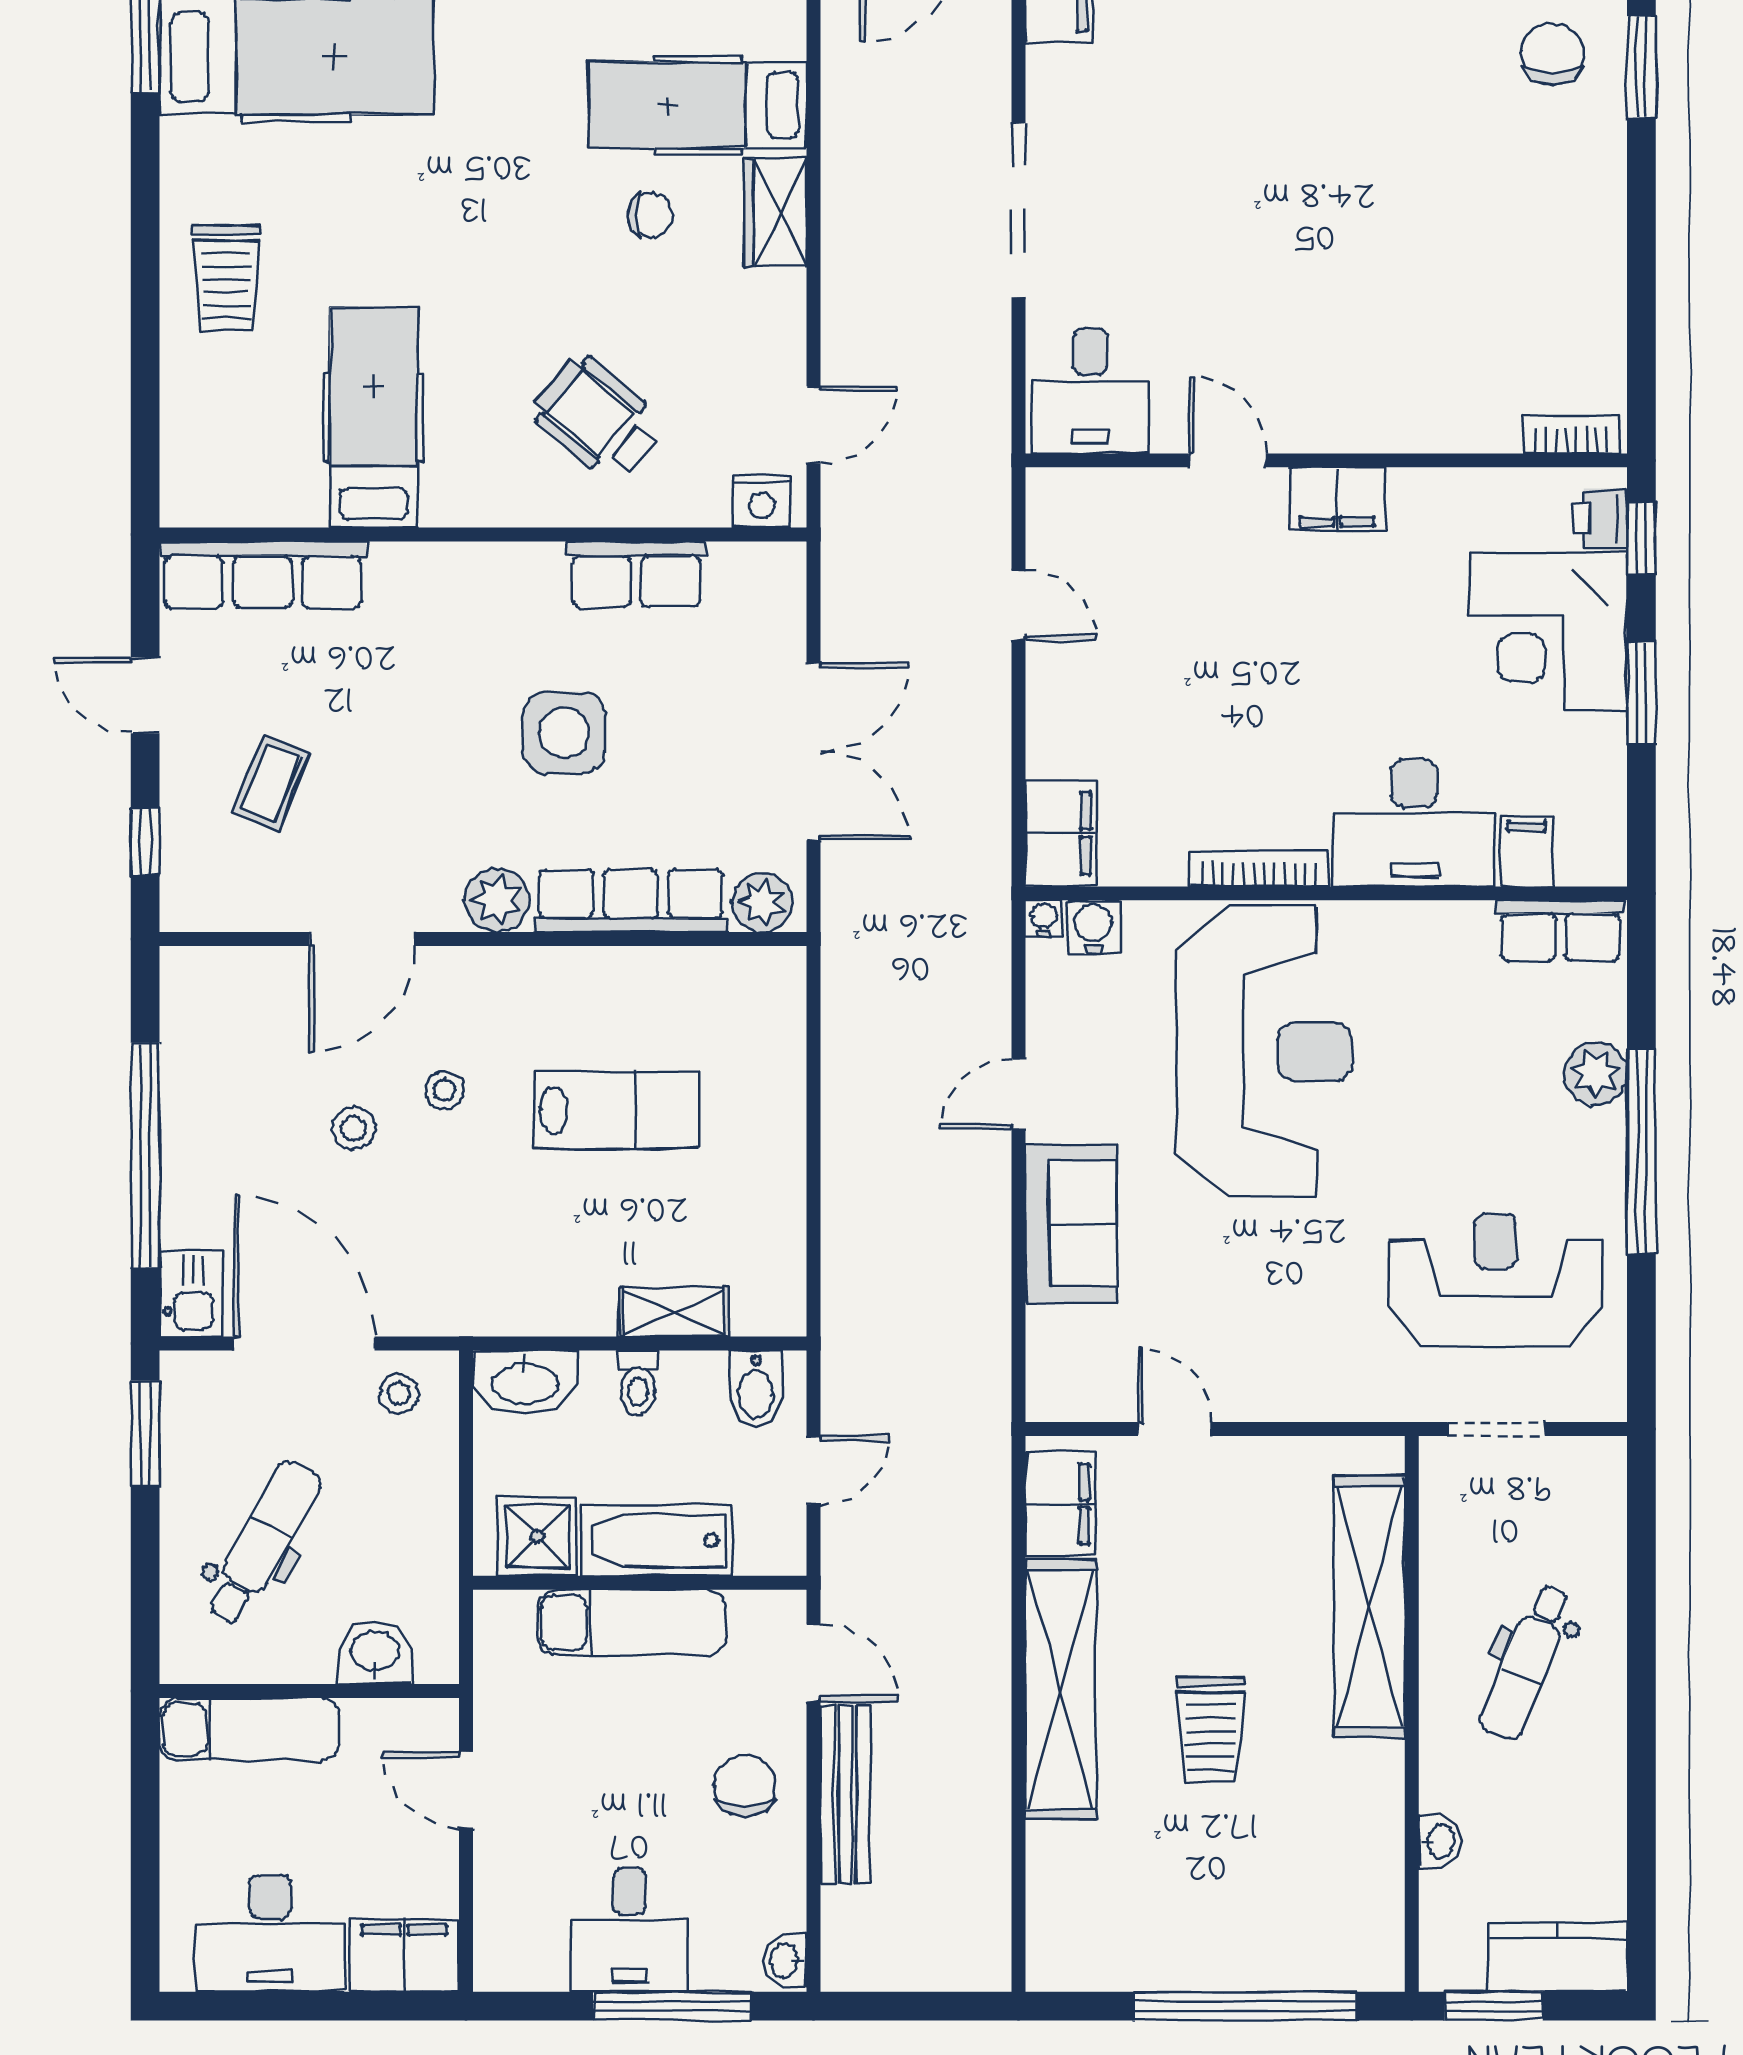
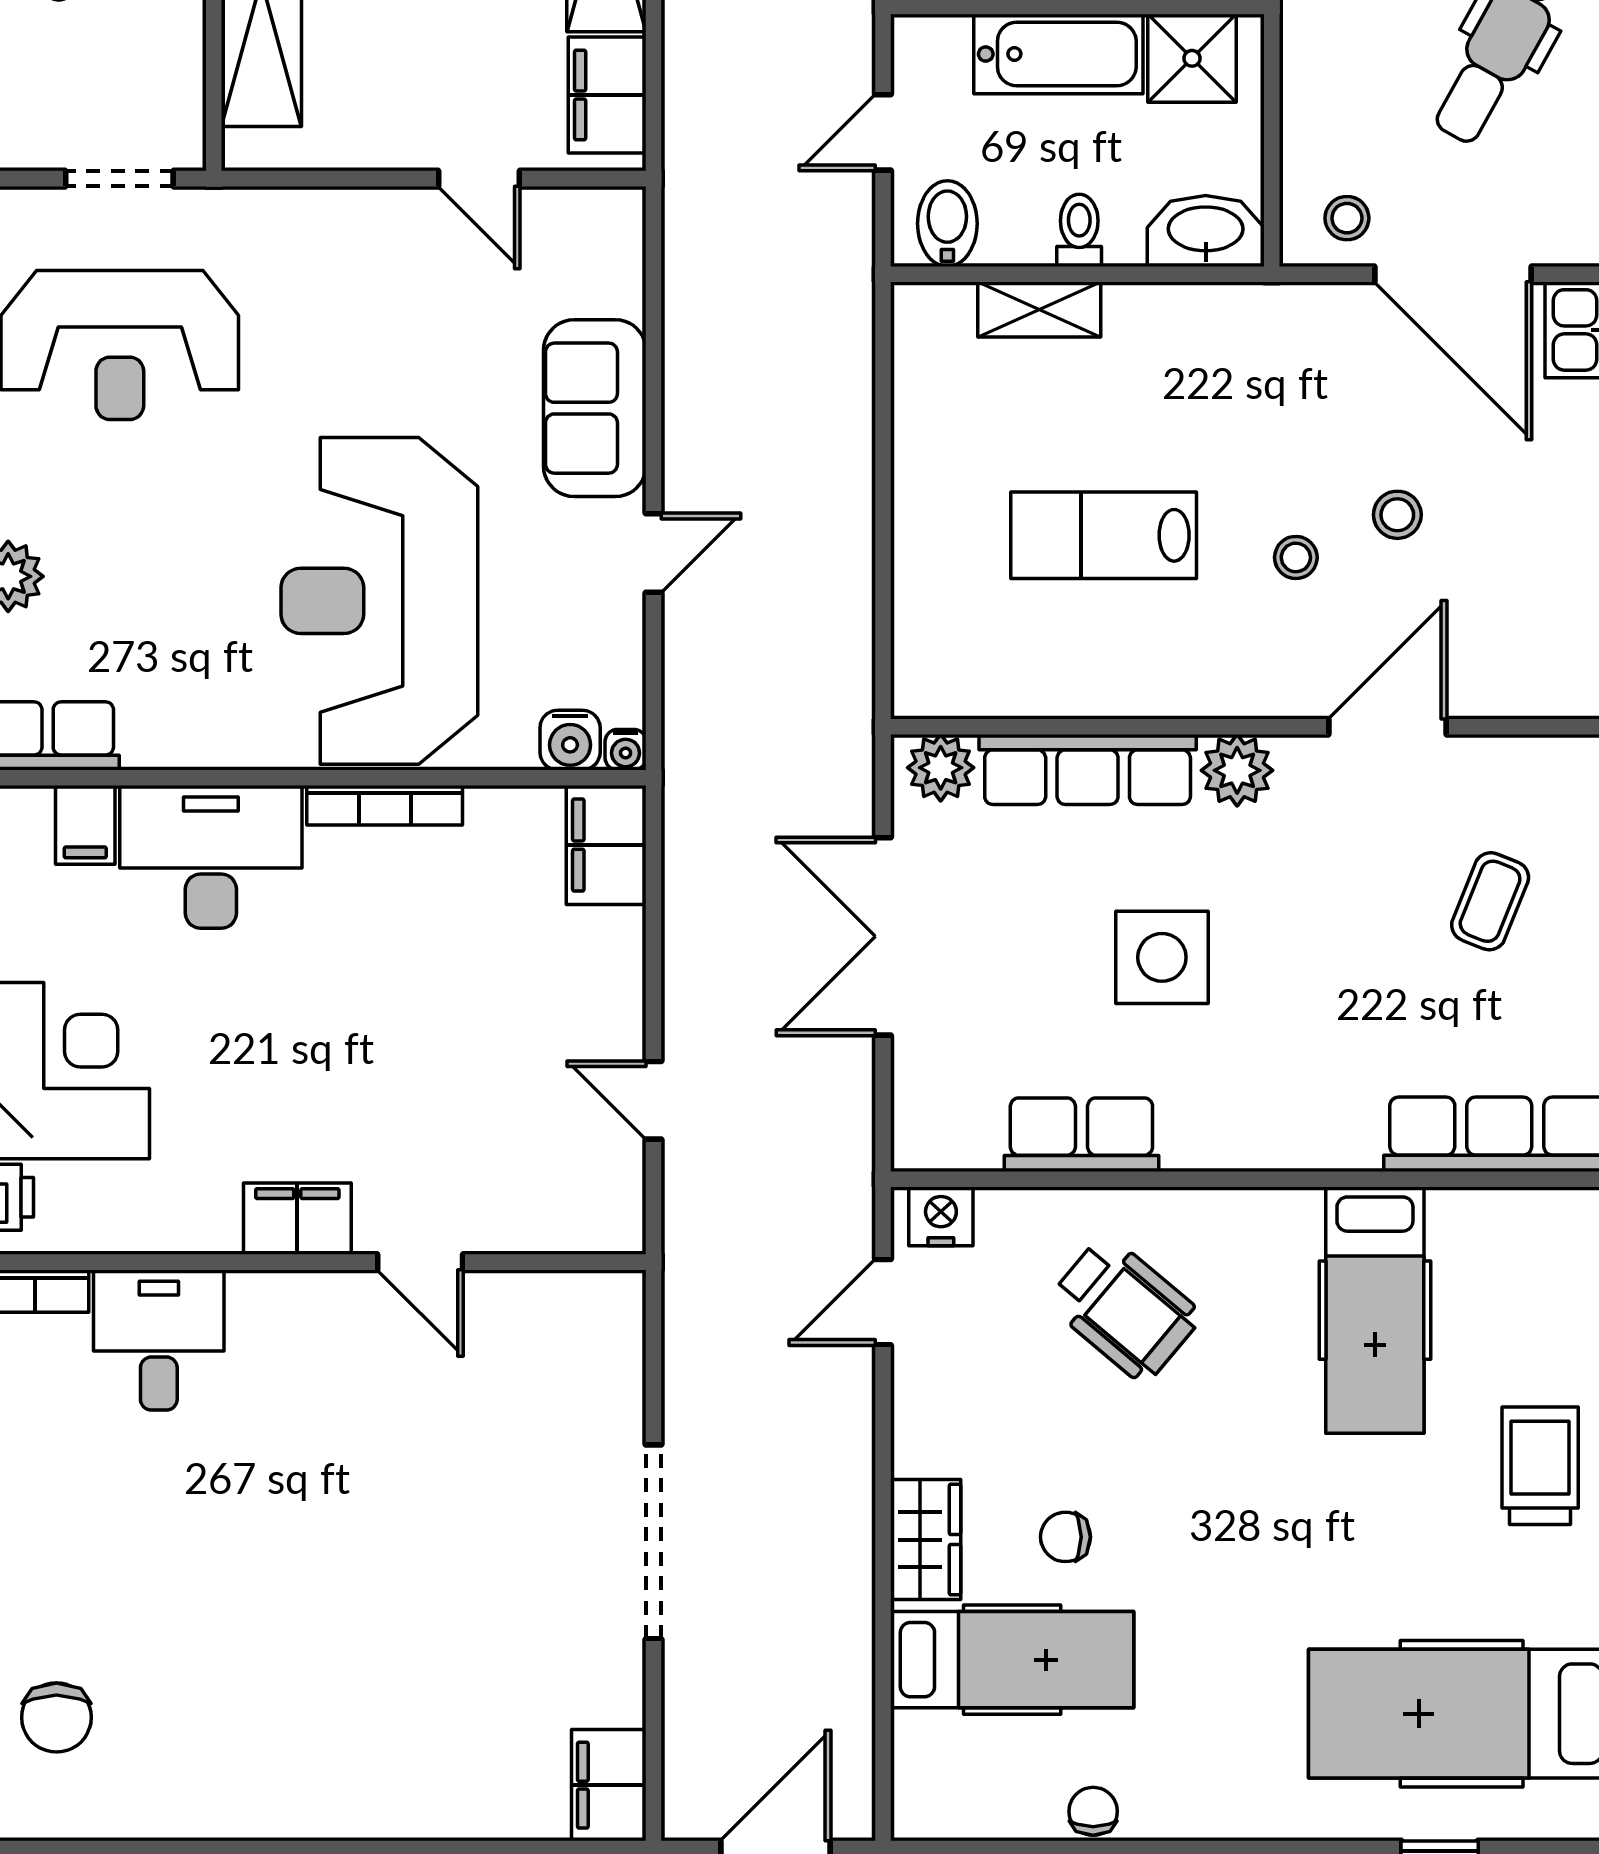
desk: (1090, 391) -> (159, 1340), moved

